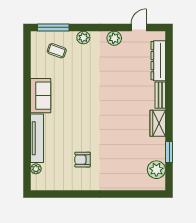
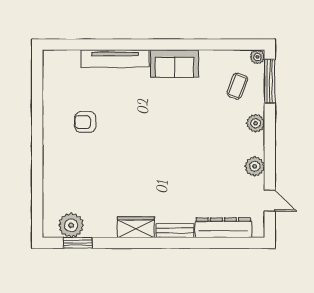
window: (169, 152) -> (78, 243), moved
armchair: (83, 160) -> (85, 122), turned -90
plant: (36, 169) -> (257, 57), moved

